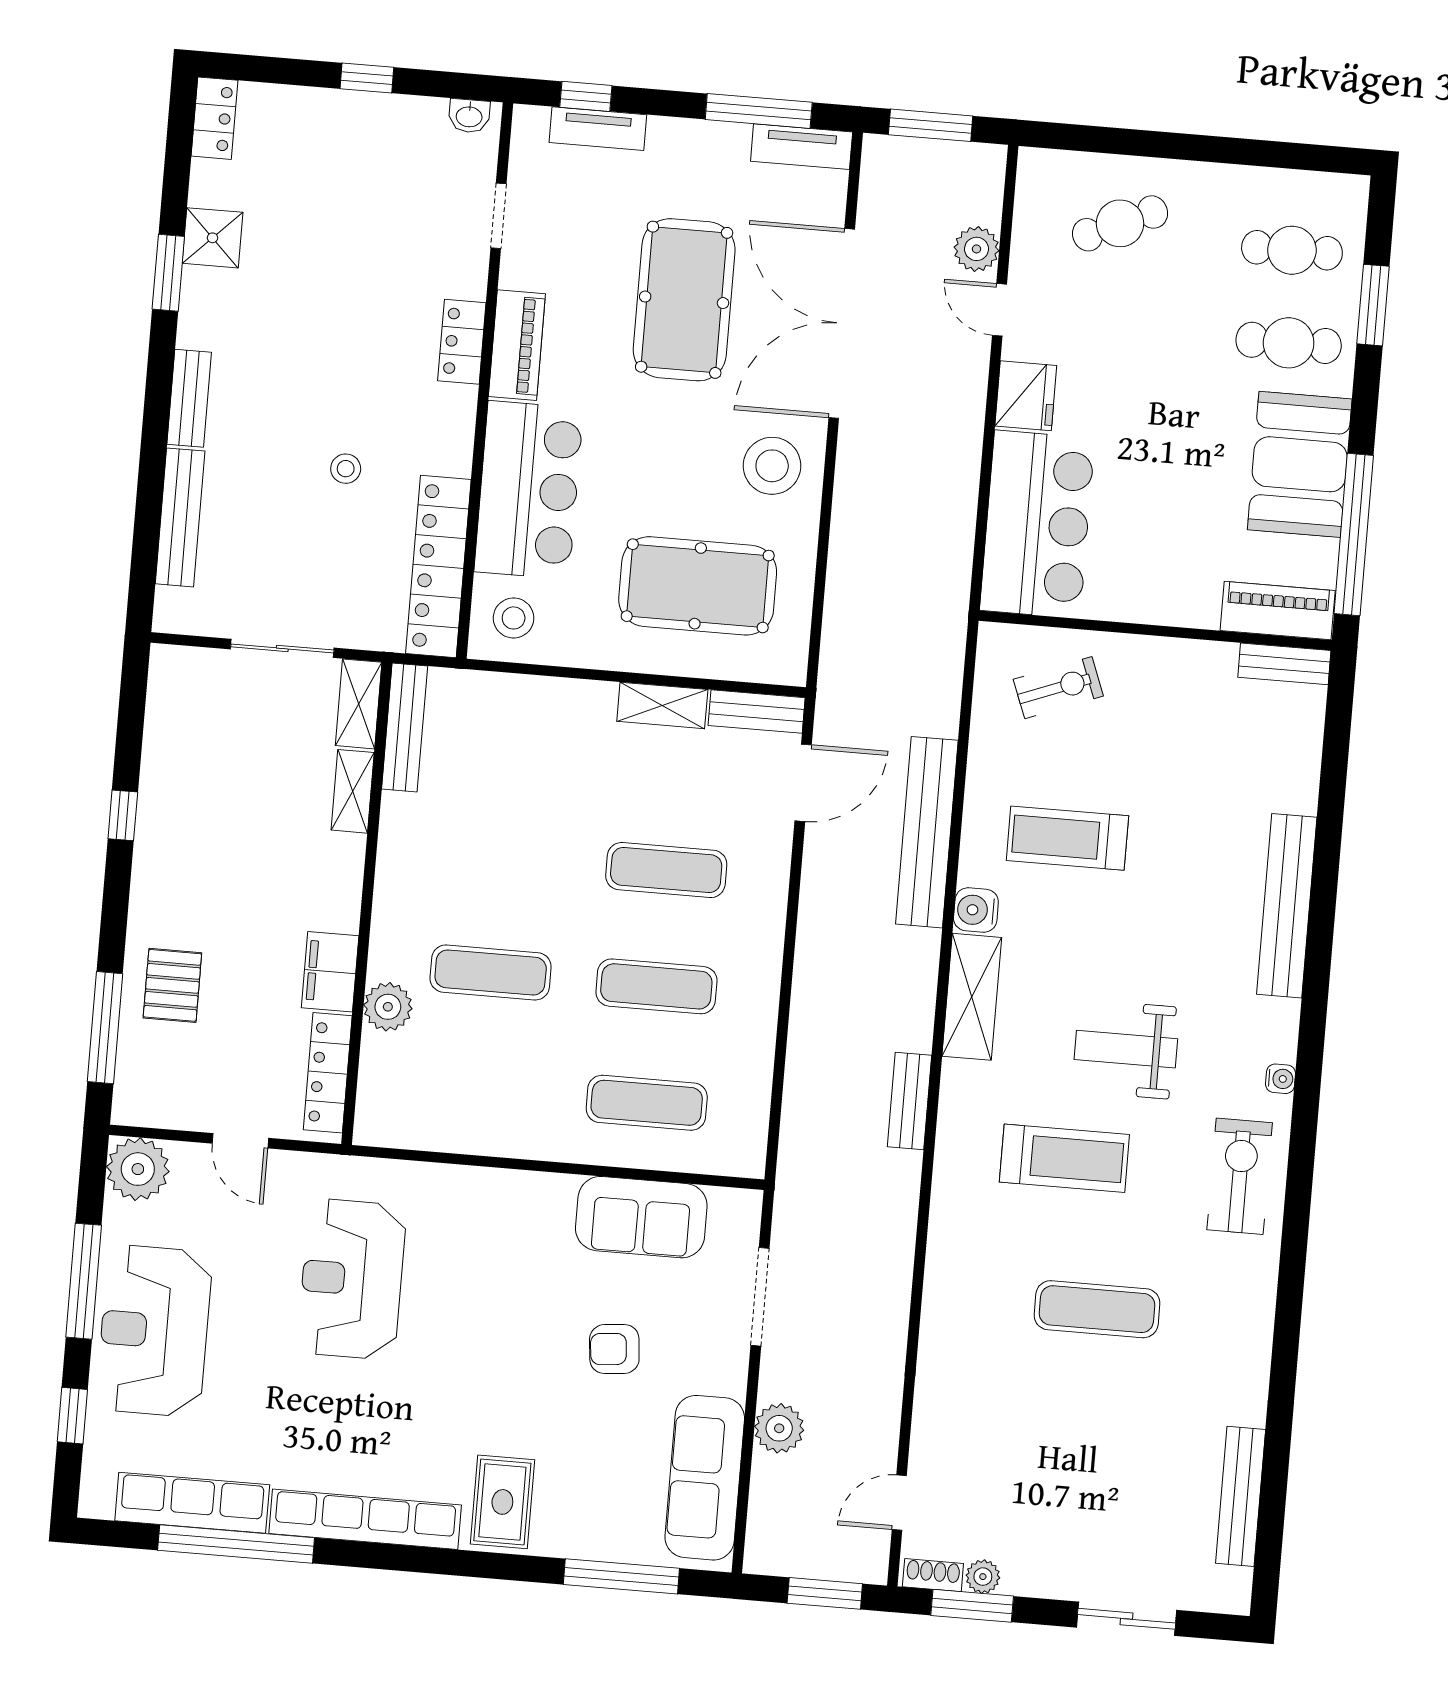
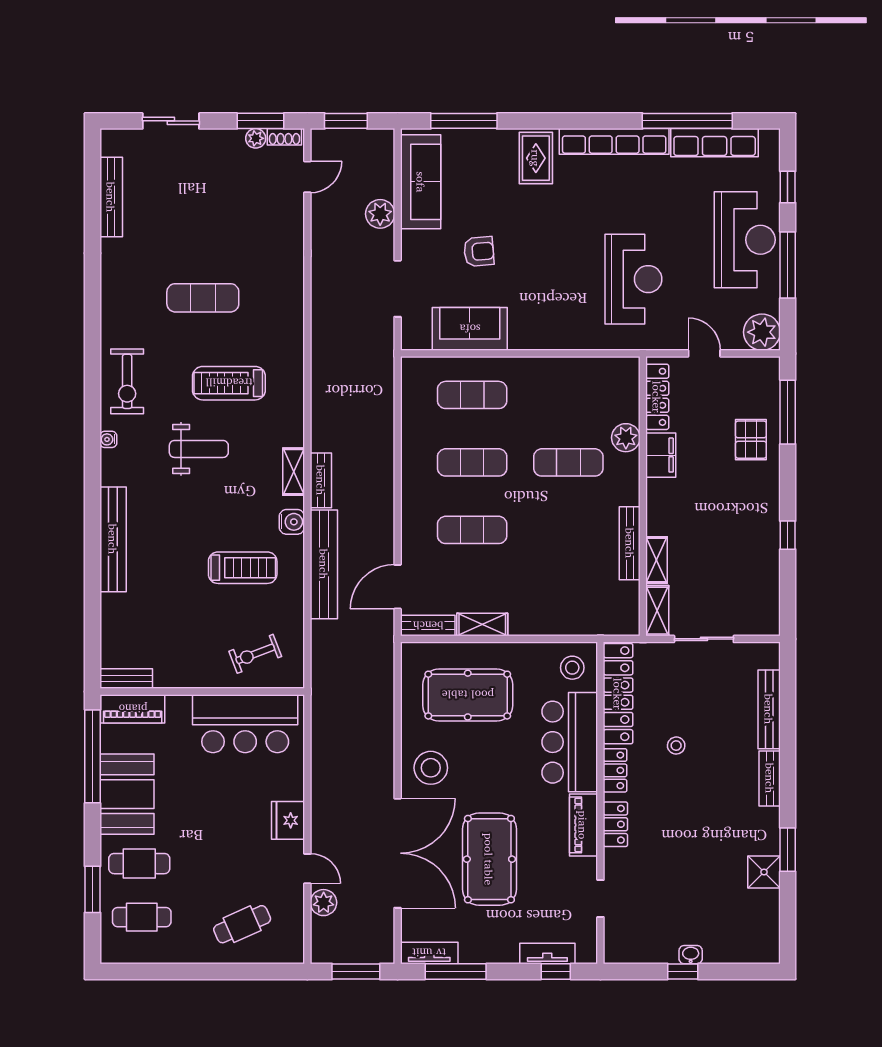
washbasin: (469, 116) -> (691, 955), moved
locker: (215, 118) -> (615, 770), moved, turned 180
bar counter: (1037, 524) -> (245, 724), moved, turned -90
bench: (405, 728) -> (630, 543), moved
shelving: (972, 997) -> (294, 472), width x0.67, depth x0.75
bench: (910, 1101) -> (321, 480), moved

